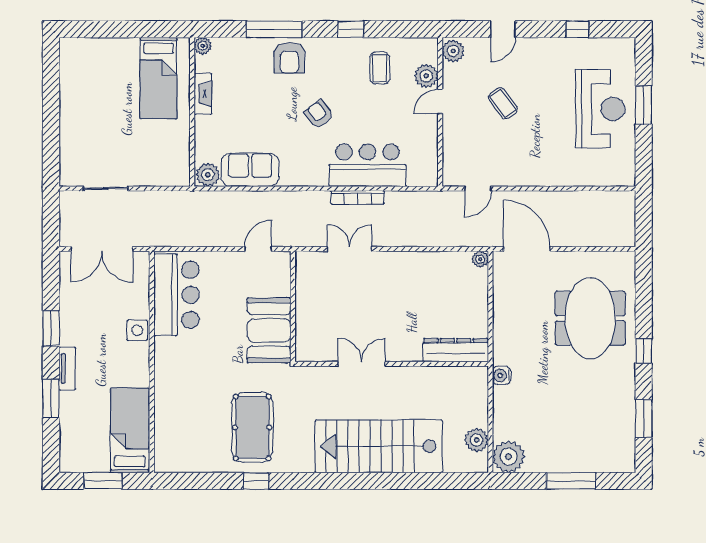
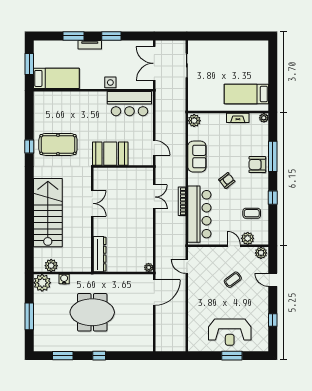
bar counter: (368, 165) -> (199, 214), width x1.36
sofa: (250, 170) -> (197, 157), moved
meeting table: (590, 318) -> (92, 312), moved
water cooler: (502, 375) -> (64, 279), moved

